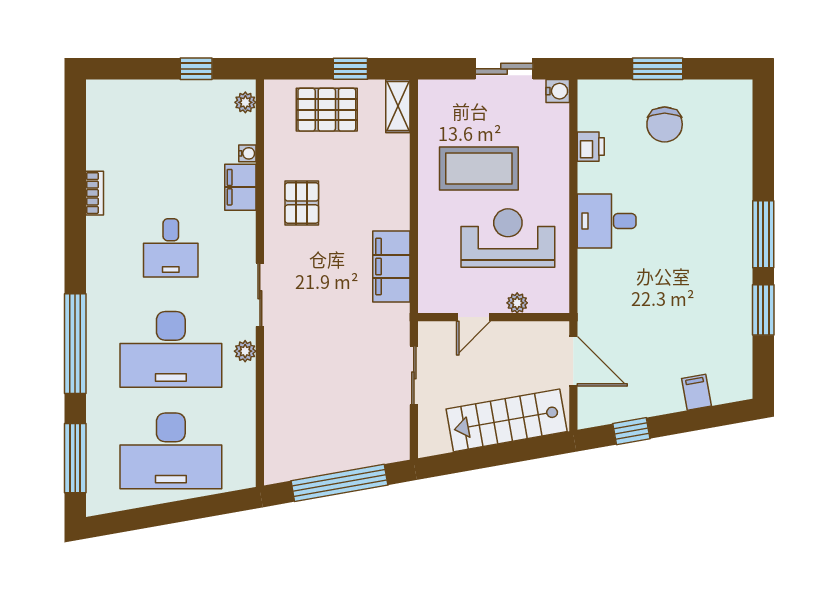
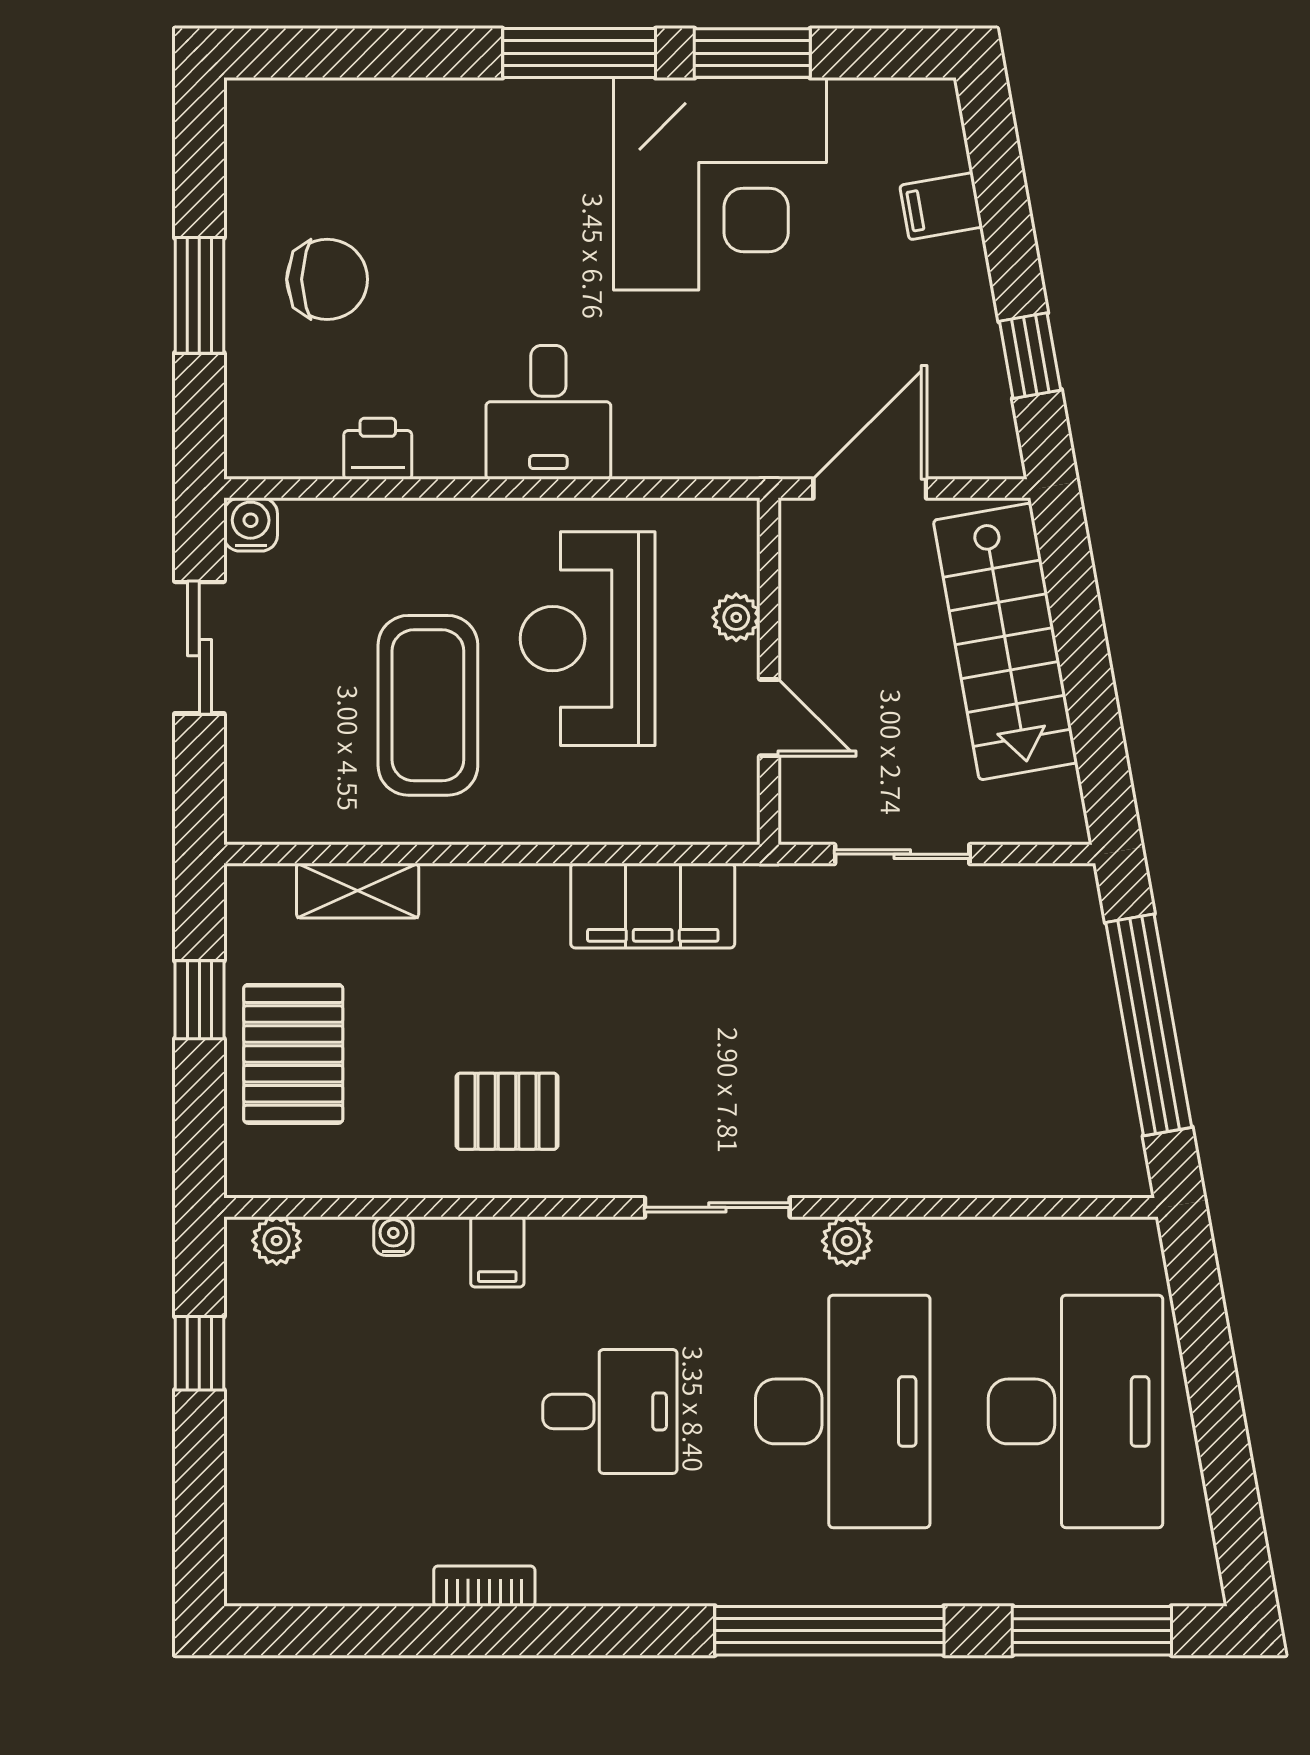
shelving: (398, 106) -> (358, 891), moved
filing cabinet: (240, 187) -> (497, 1252), width x0.50
corner desk: (706, 296) -> (720, 184), added

